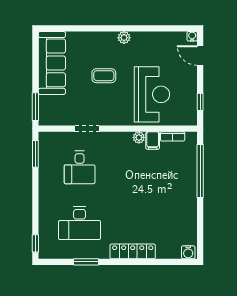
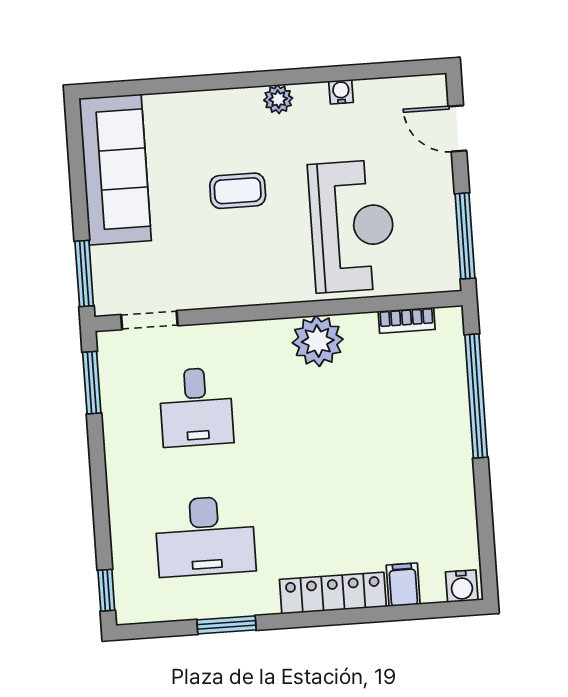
water cooler: (192, 36) -> (341, 92), moved
window: (200, 102) -> (465, 236), width x2.17
doorway: (87, 129) -> (149, 320), moved
plant: (139, 137) -> (318, 341), width x1.88, depth x1.88
filing cabinet: (153, 141) -> (403, 585), moved, turned 180

